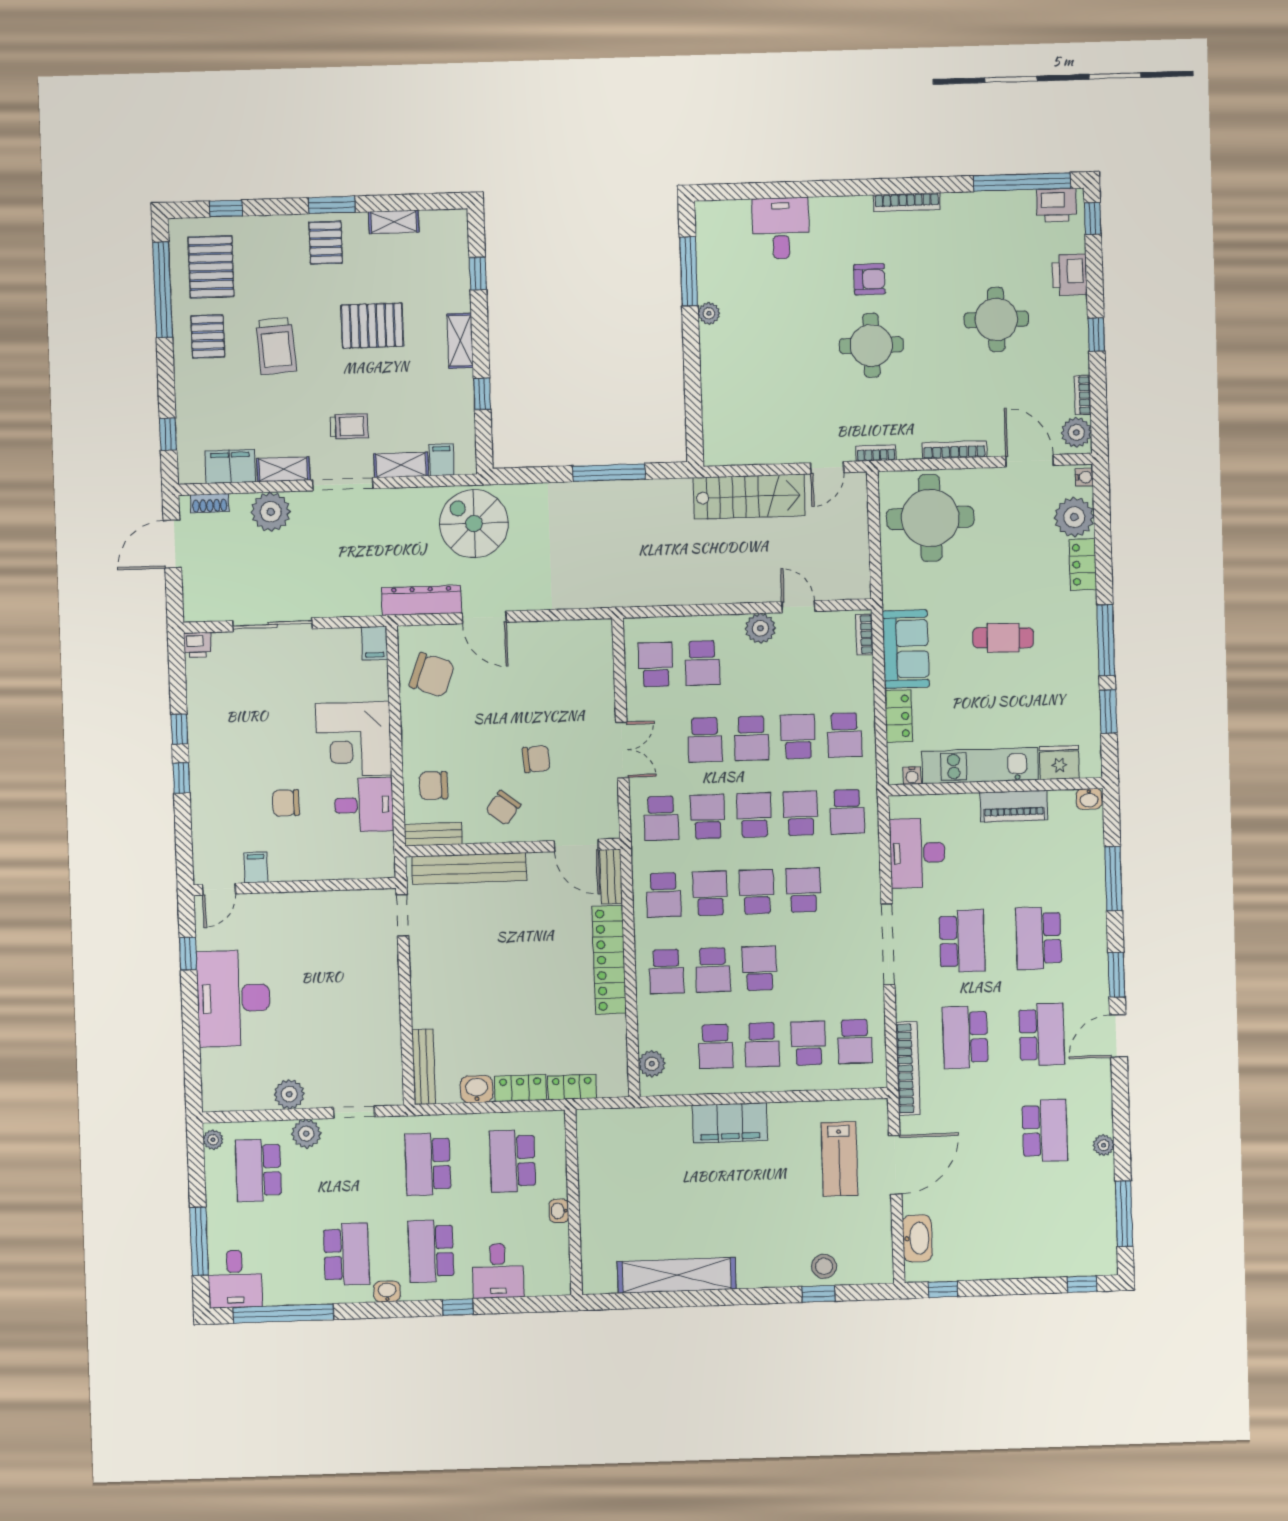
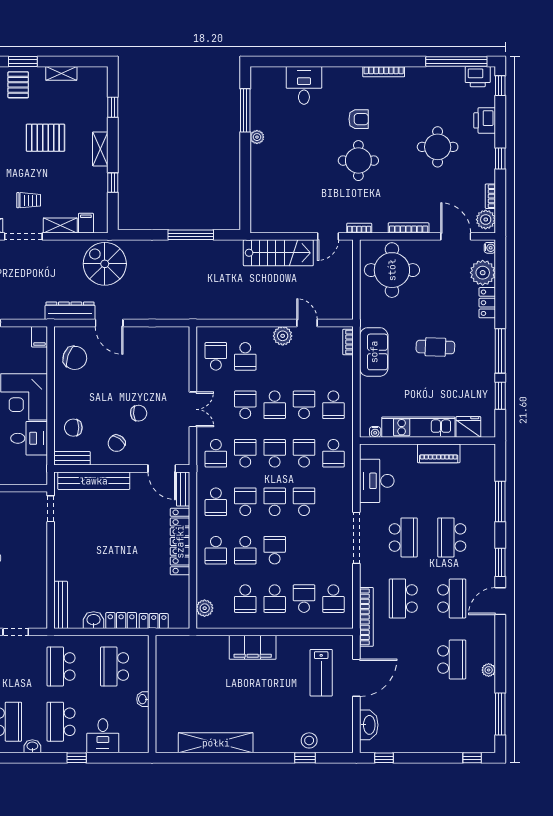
locker: (899, 716) -> (368, 394), removed
school desk: (705, 740) -> (245, 405), turned 180
washbasin: (1089, 799) -> (486, 450), removed

